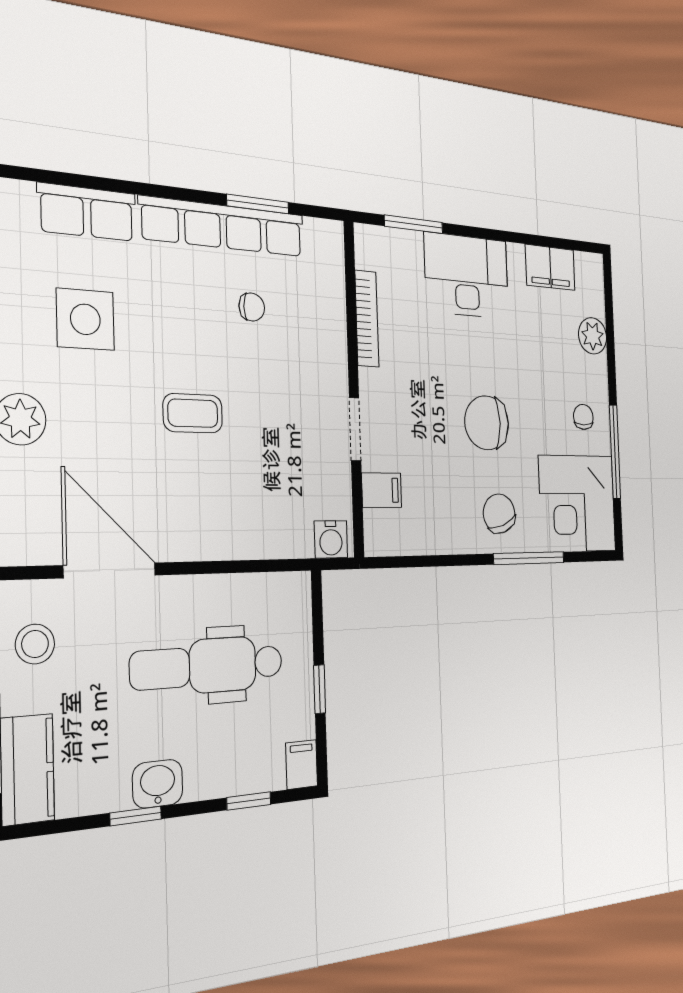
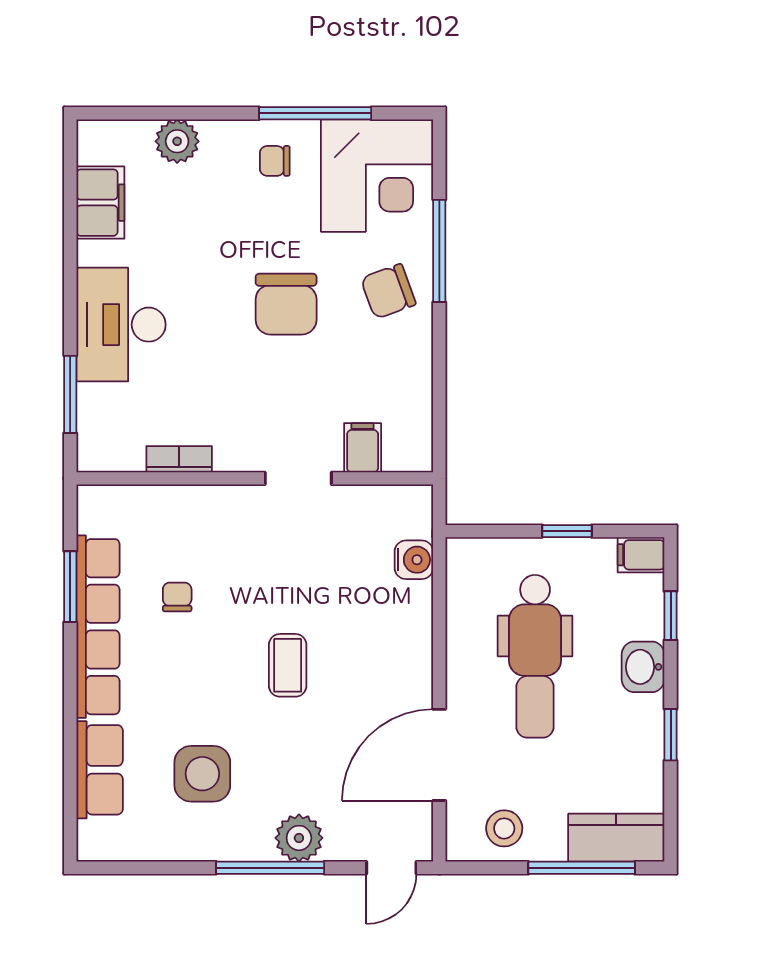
bookcase: (367, 319) -> (179, 459), width x0.64
water cooler: (331, 539) -> (414, 560), moved
washbasin: (158, 784) -> (643, 667), moved

